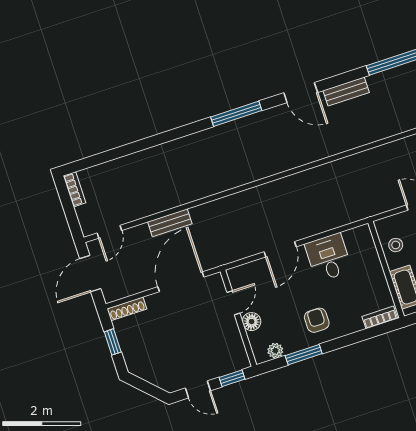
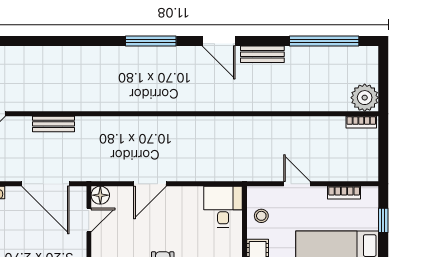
desk: (329, 257) -> (223, 207), moved
door: (181, 282) -> (45, 184), swing flipped
floor lamp: (252, 322) -> (100, 195), moved

